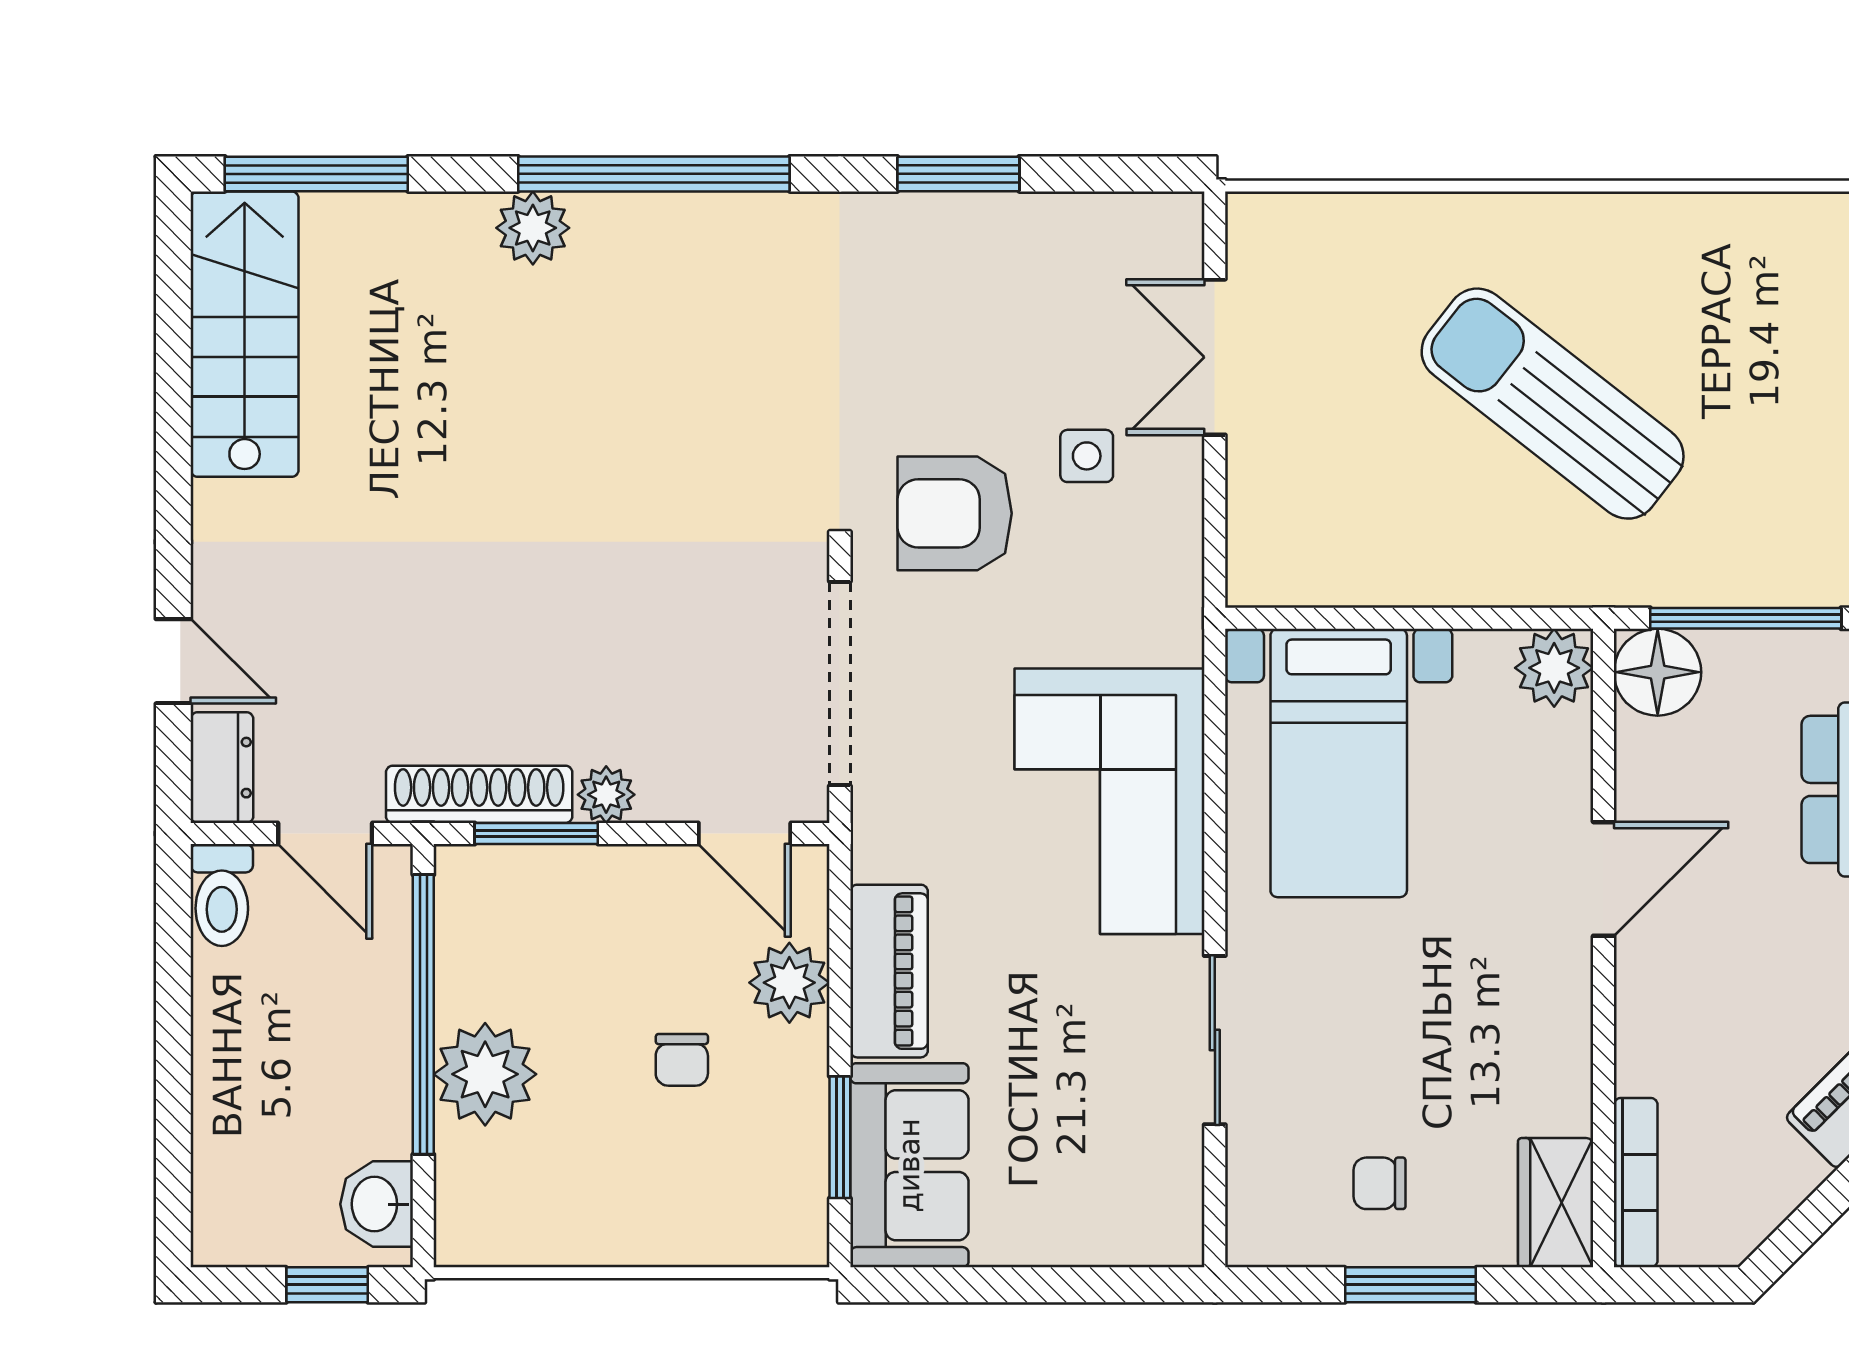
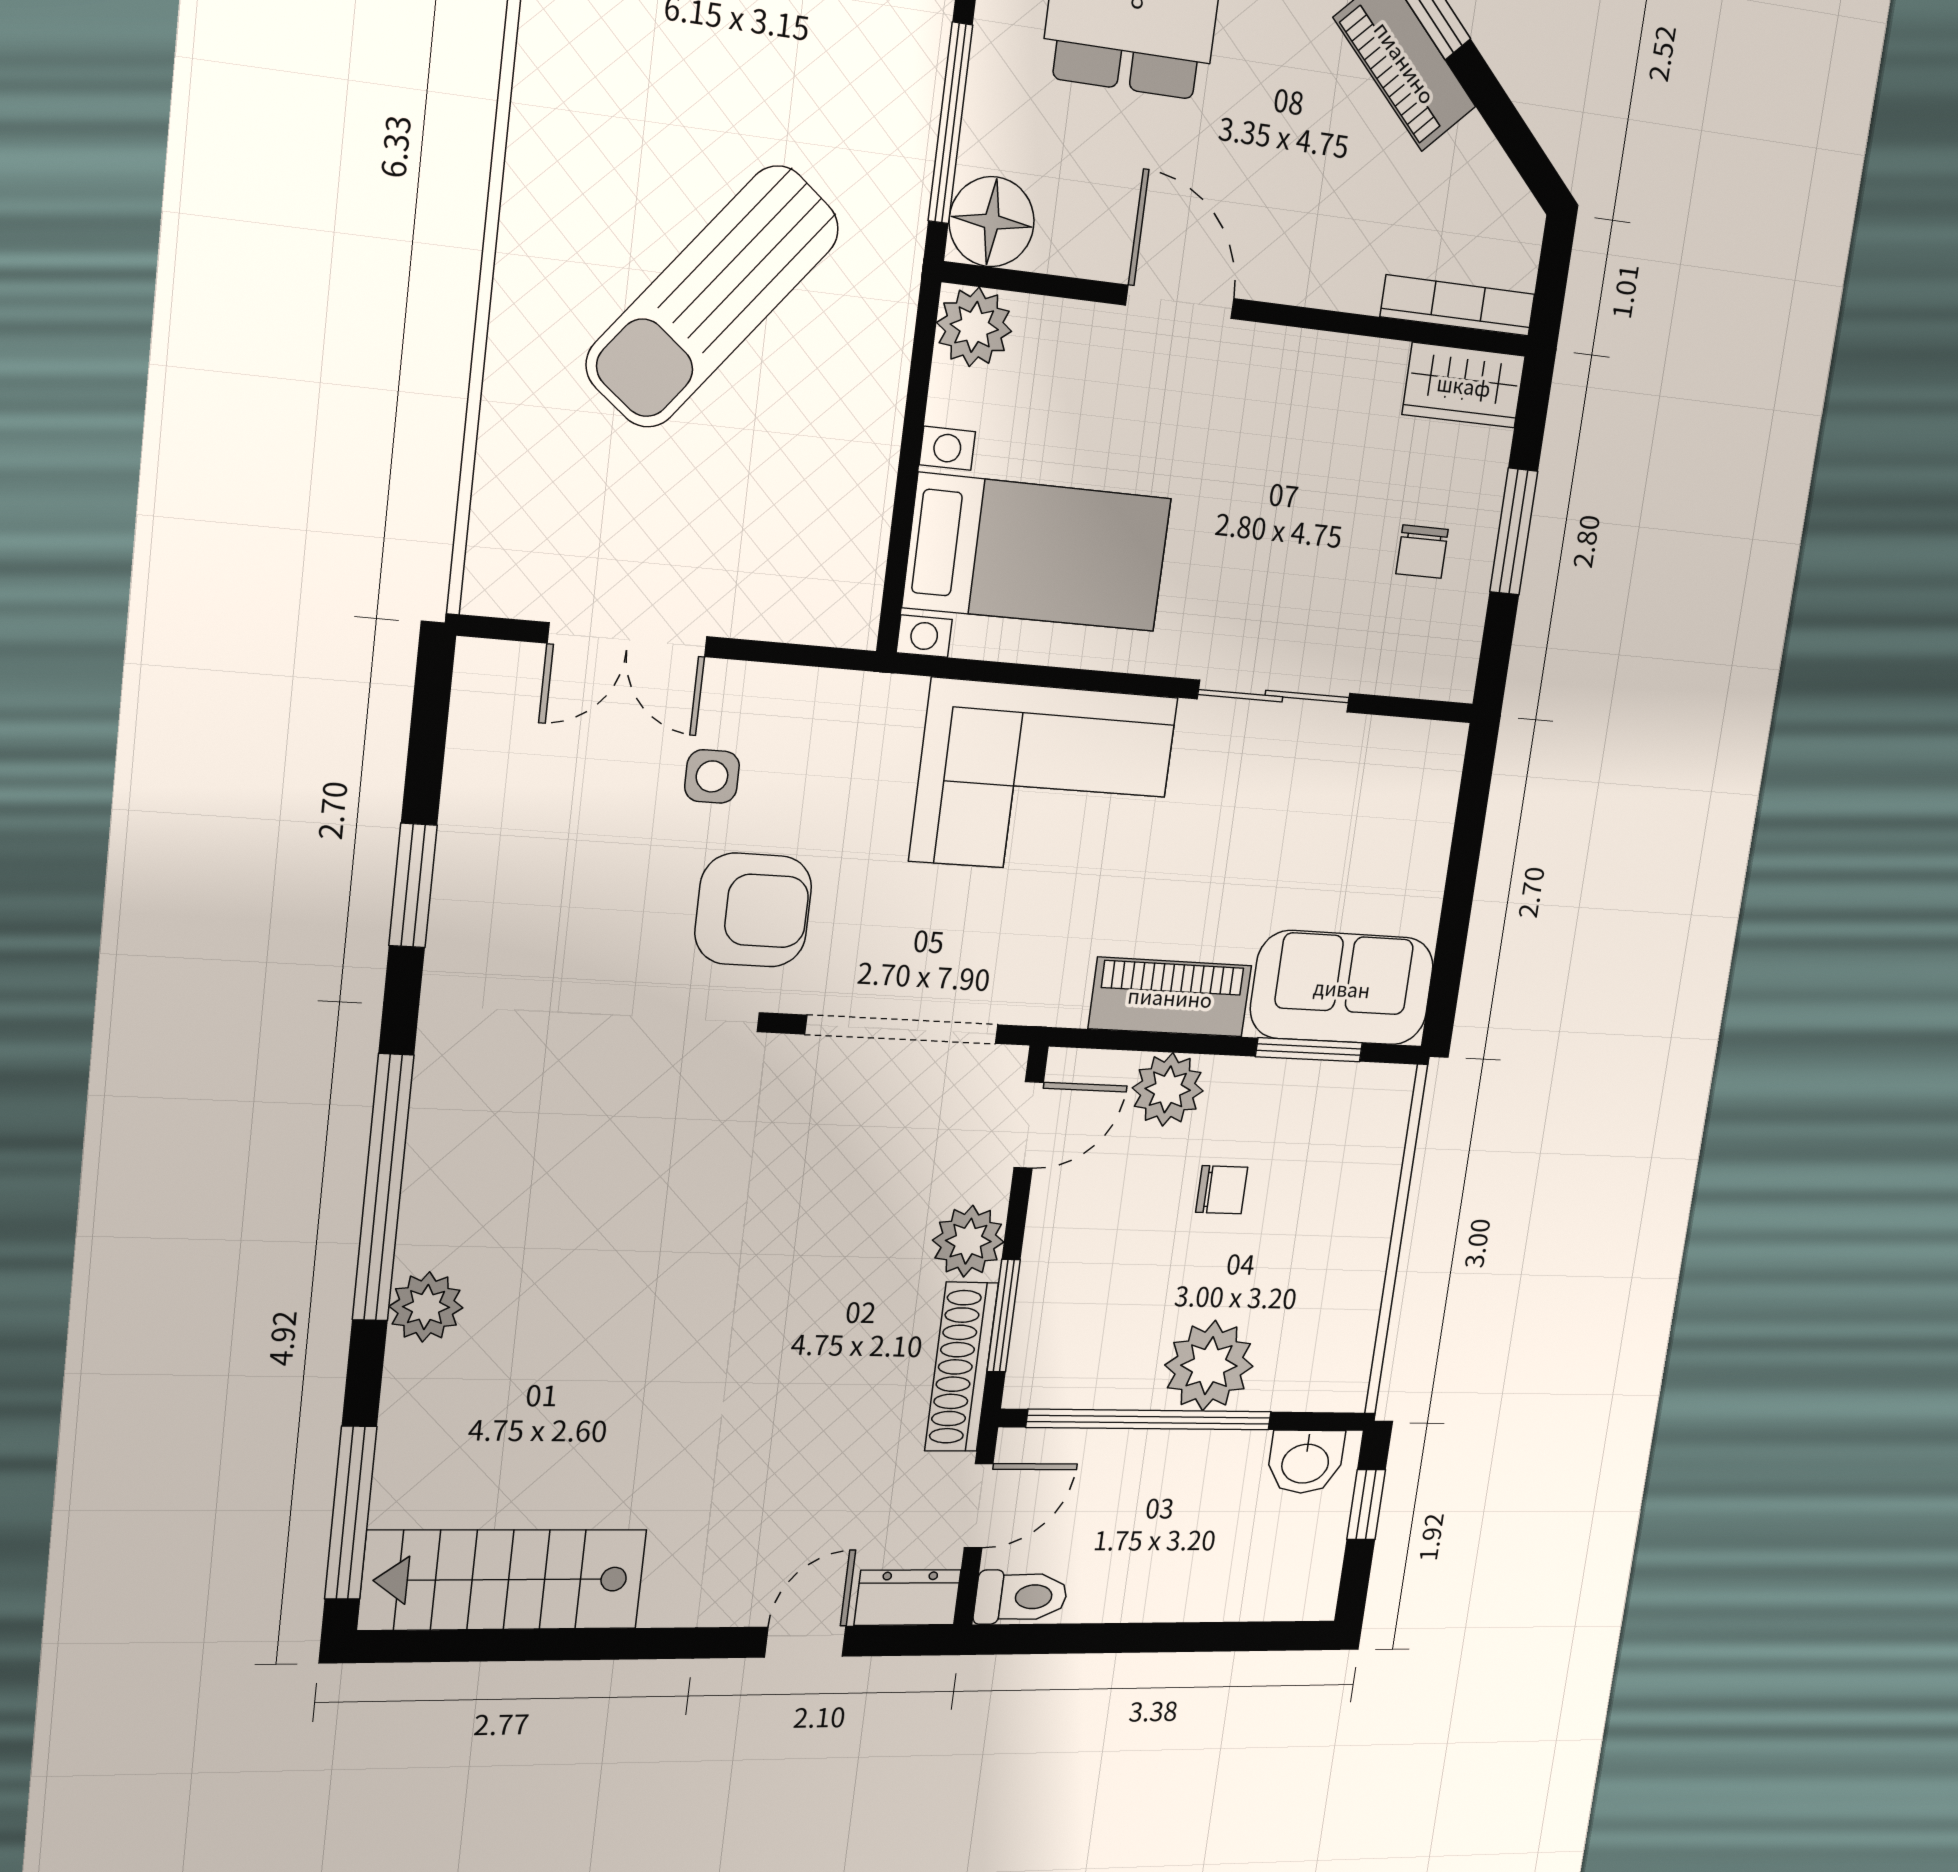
armchair: (955, 513) -> (753, 910), turned -90
plant: (606, 795) -> (968, 1241), width x1.38, depth x1.38

